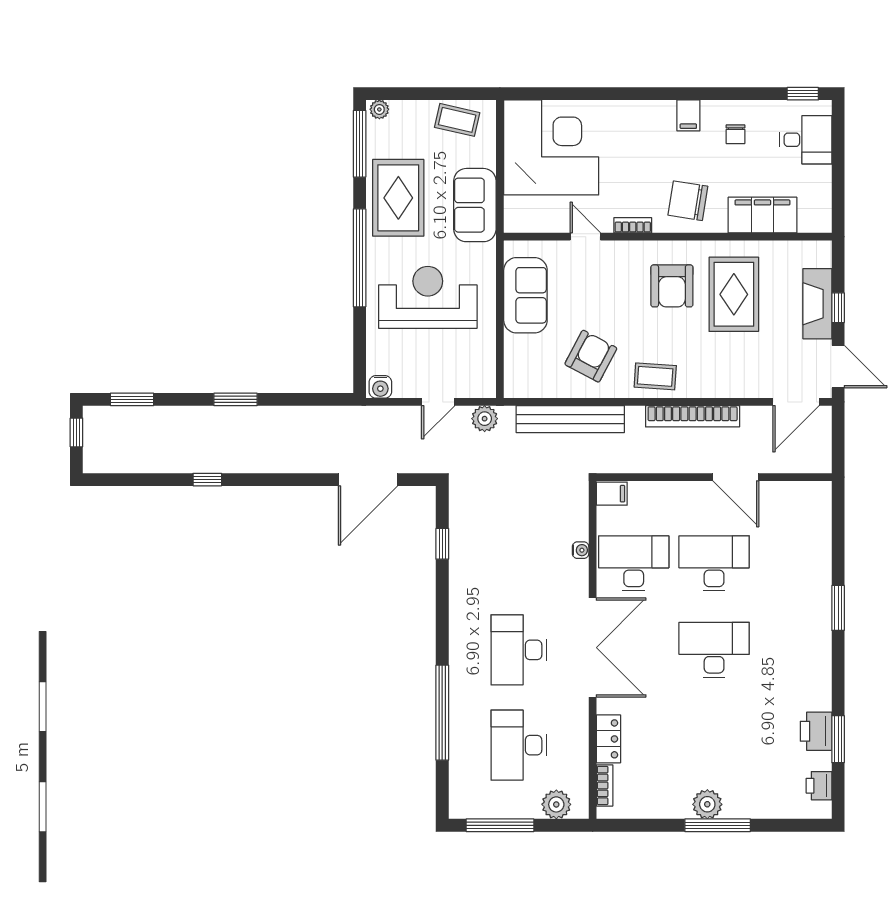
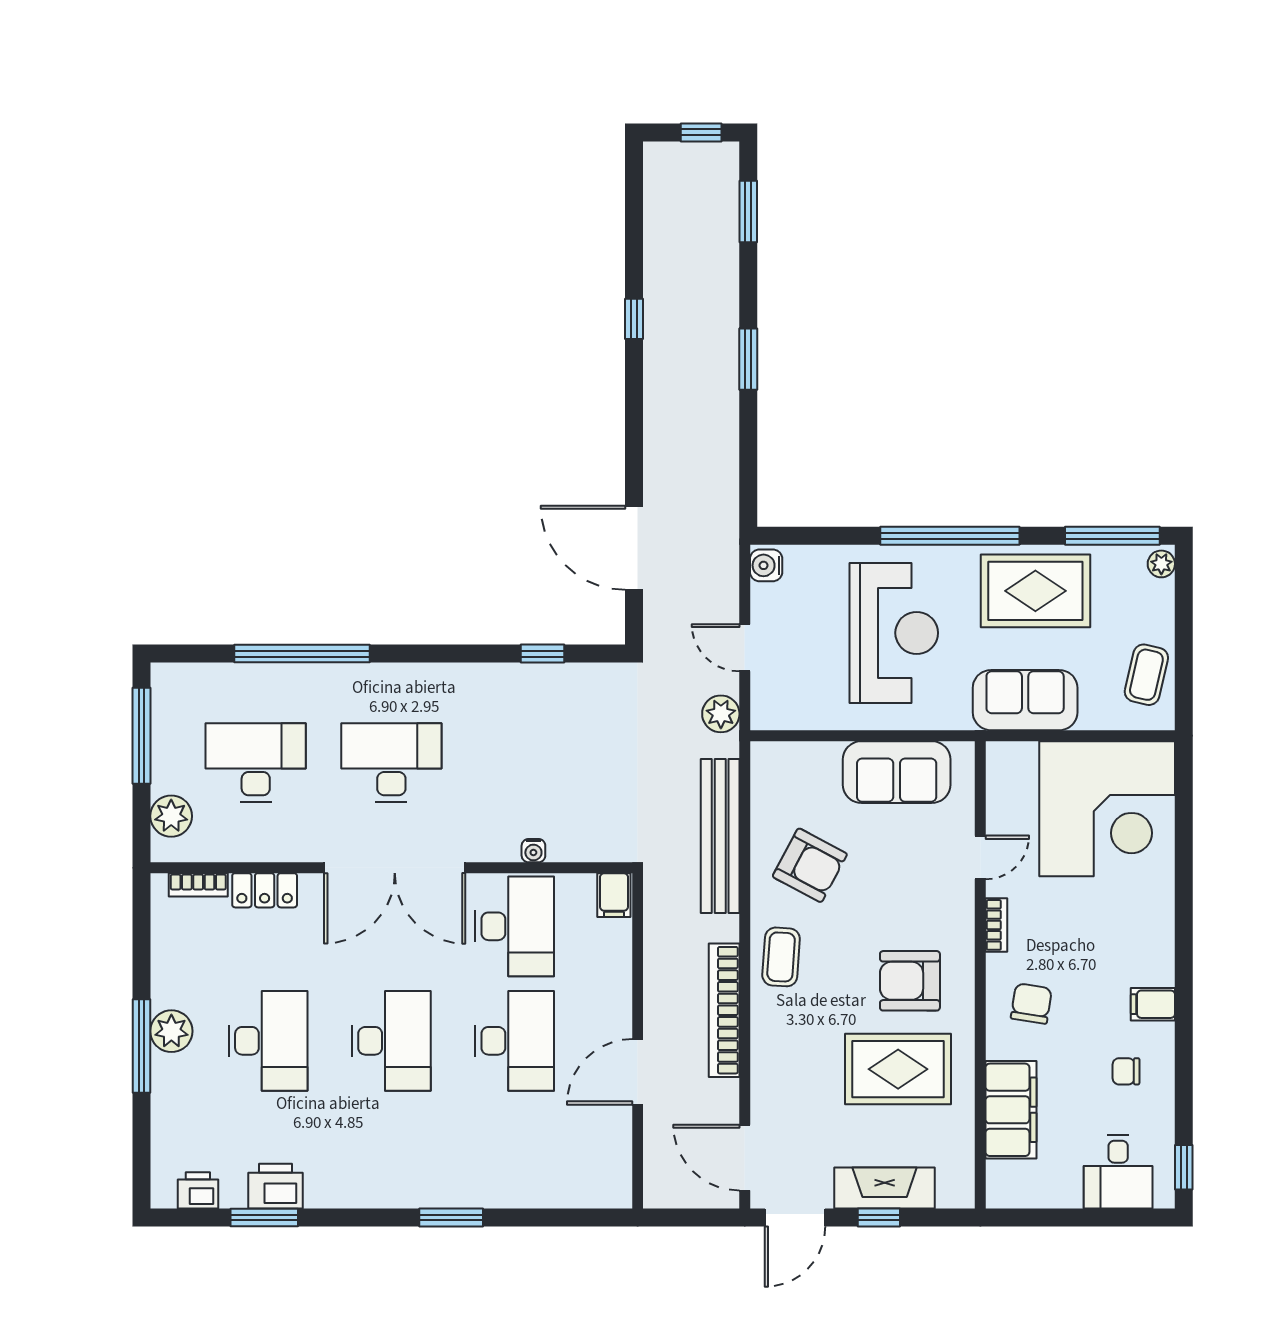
chair: (688, 201) -> (1031, 1004), width x0.73, depth x0.73
desk: (714, 736) -> (268, 1041), added

